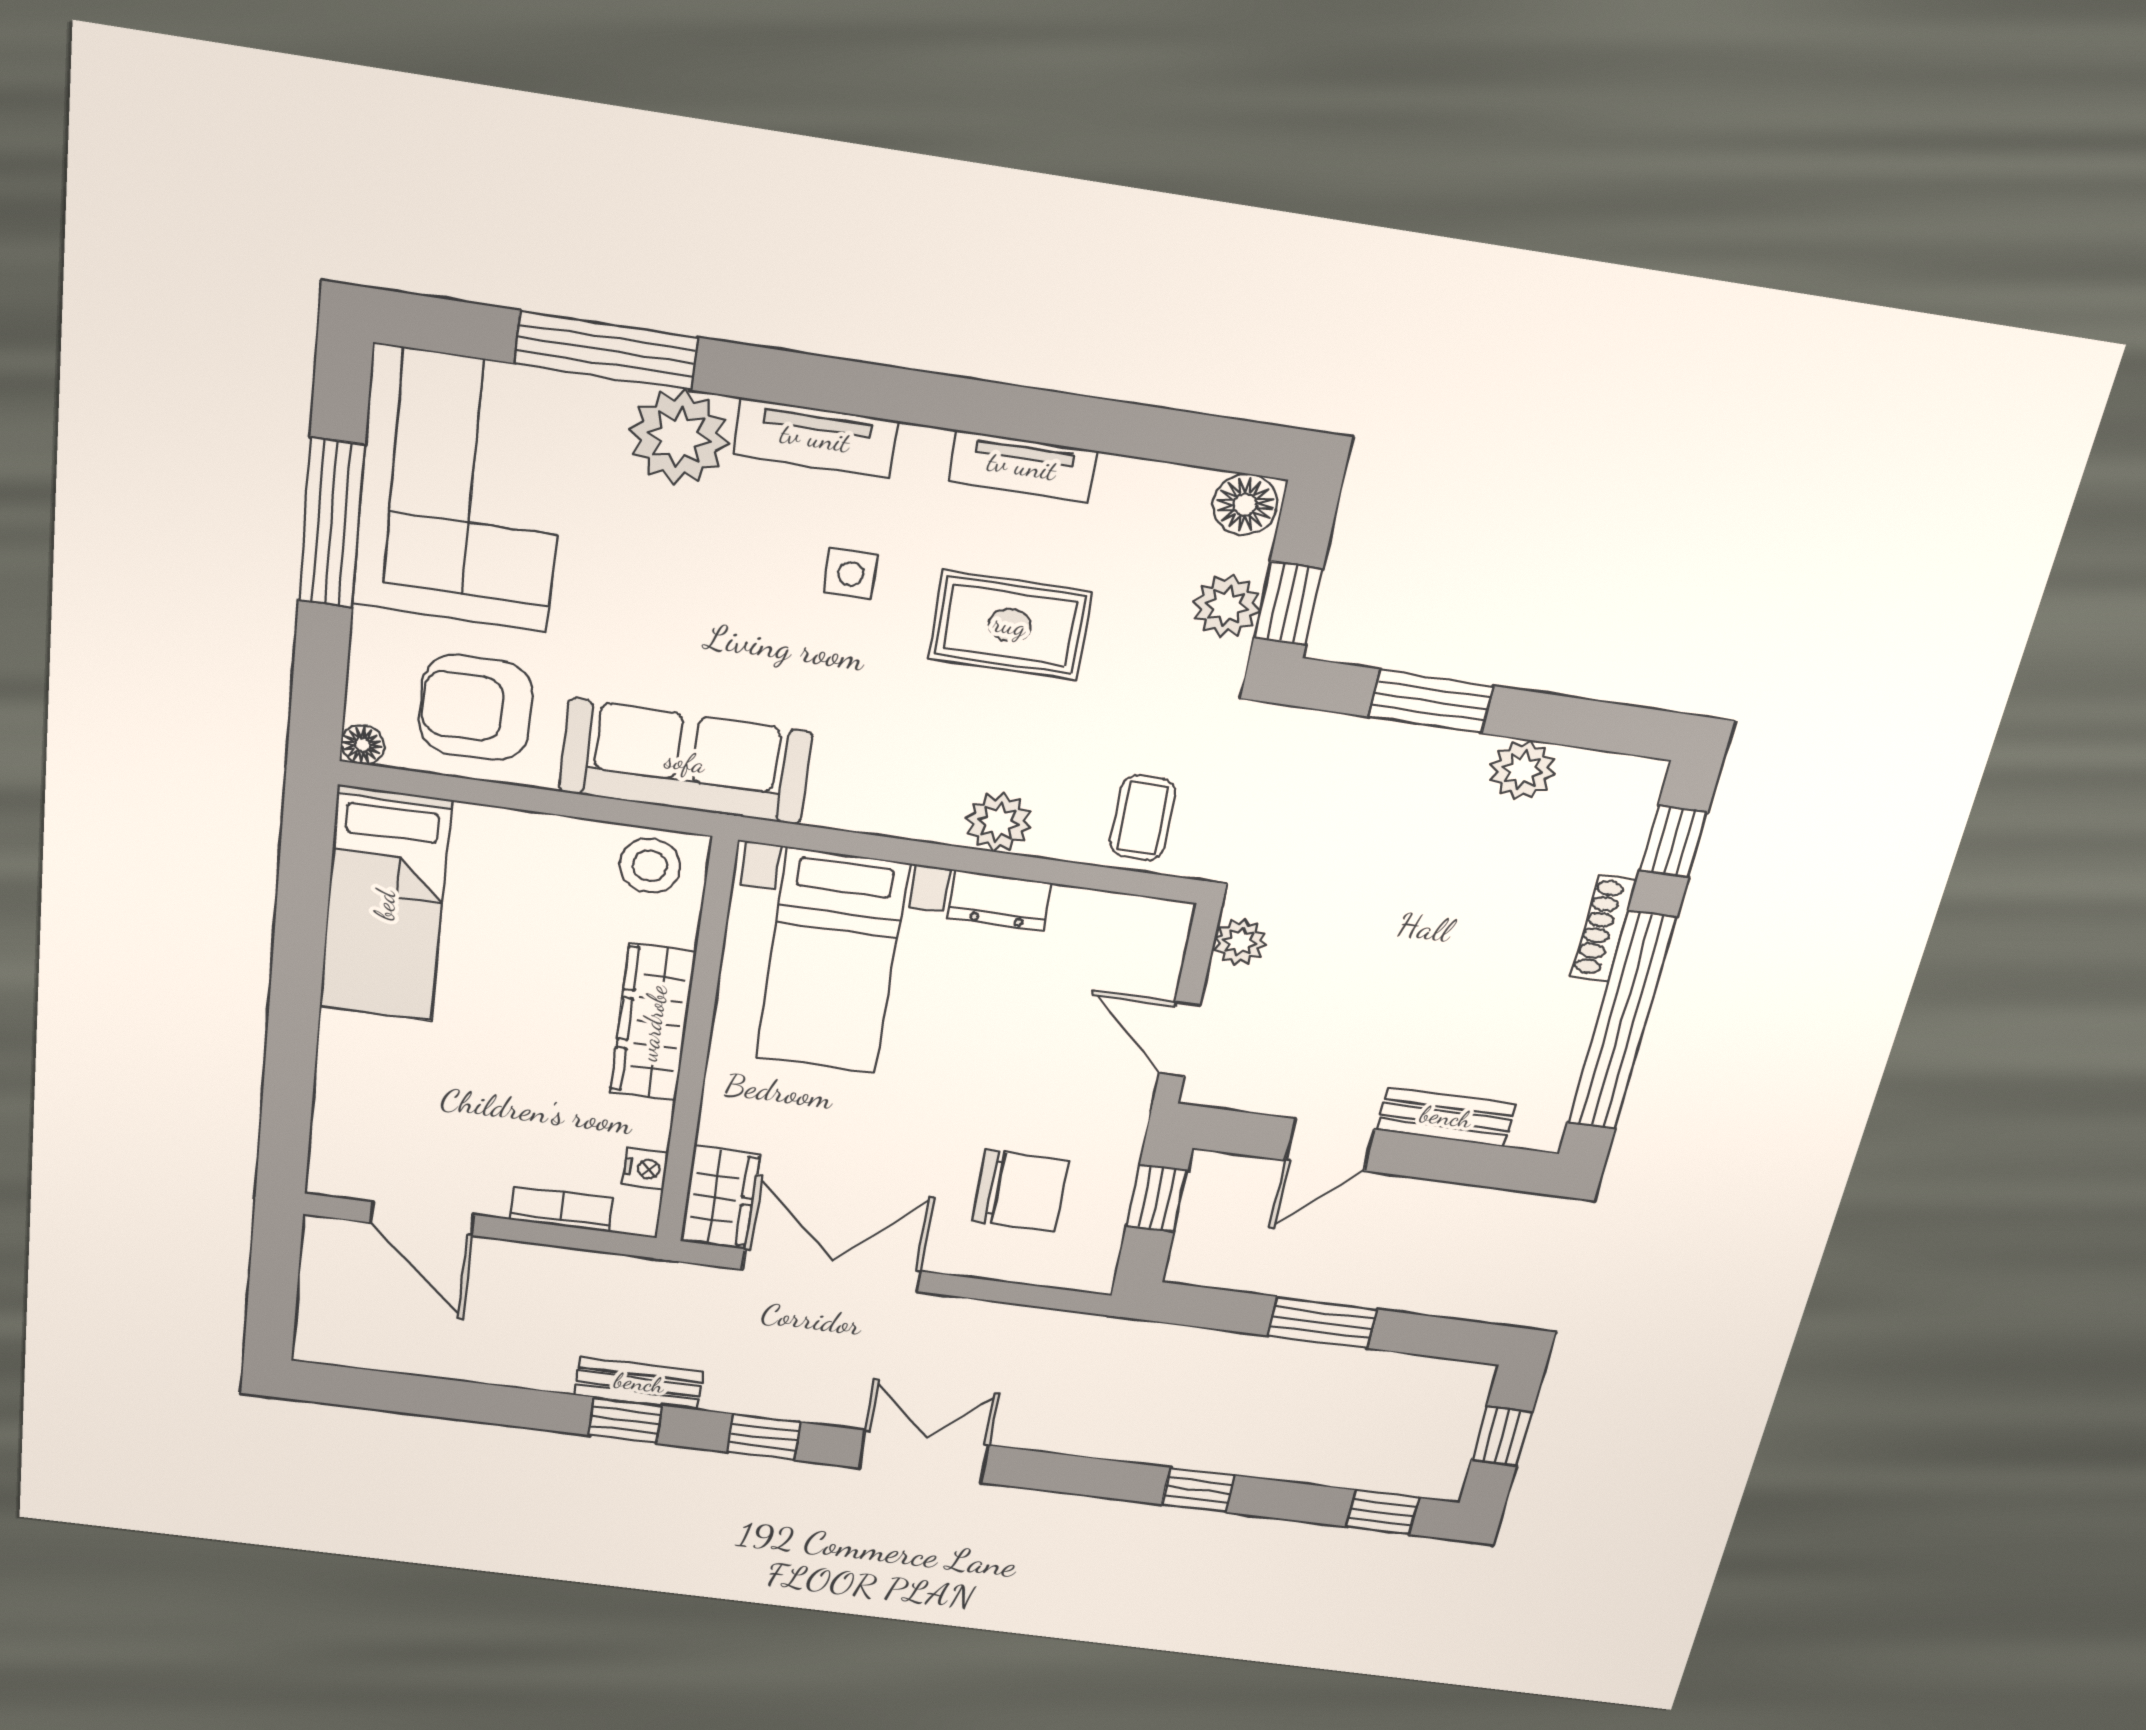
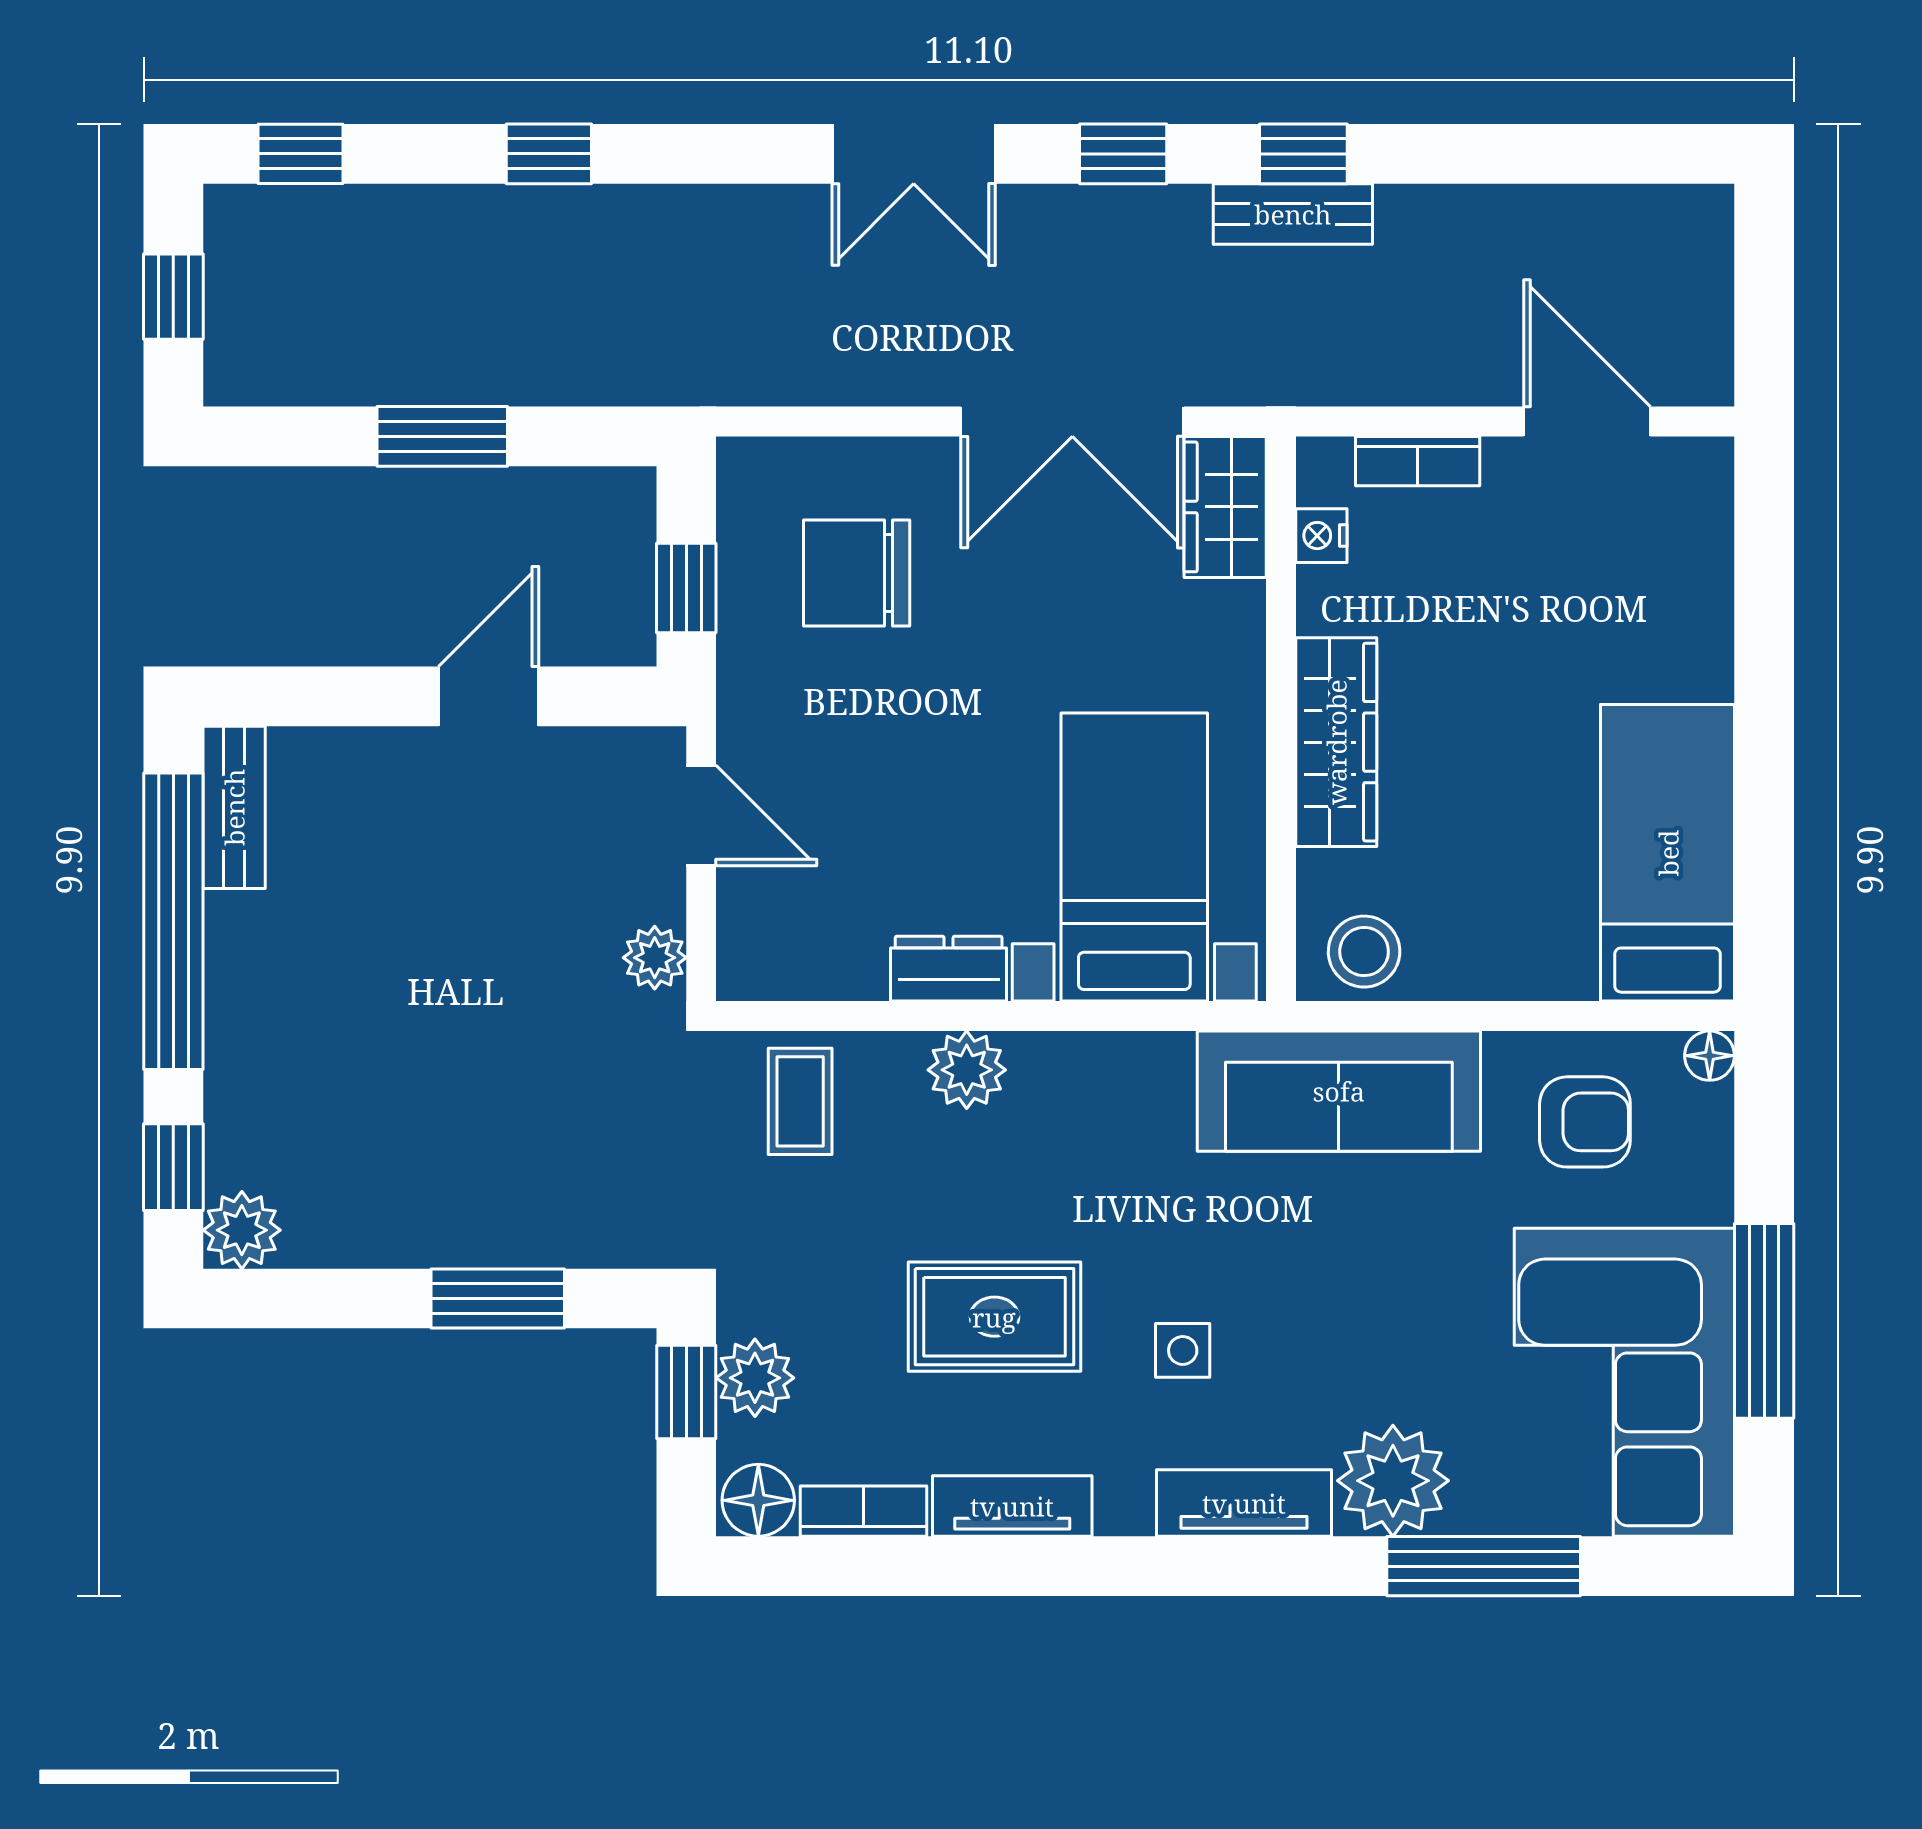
bookcase: (1155, 482) -> (863, 1511), added
armchair: (476, 708) -> (1585, 1122), width x0.72, depth x0.72
plant: (1522, 770) -> (242, 1230), moved
shoe rack: (1604, 928) -> (227, 1042), removed
bench: (1446, 1117) -> (234, 807), moved, turned 90

